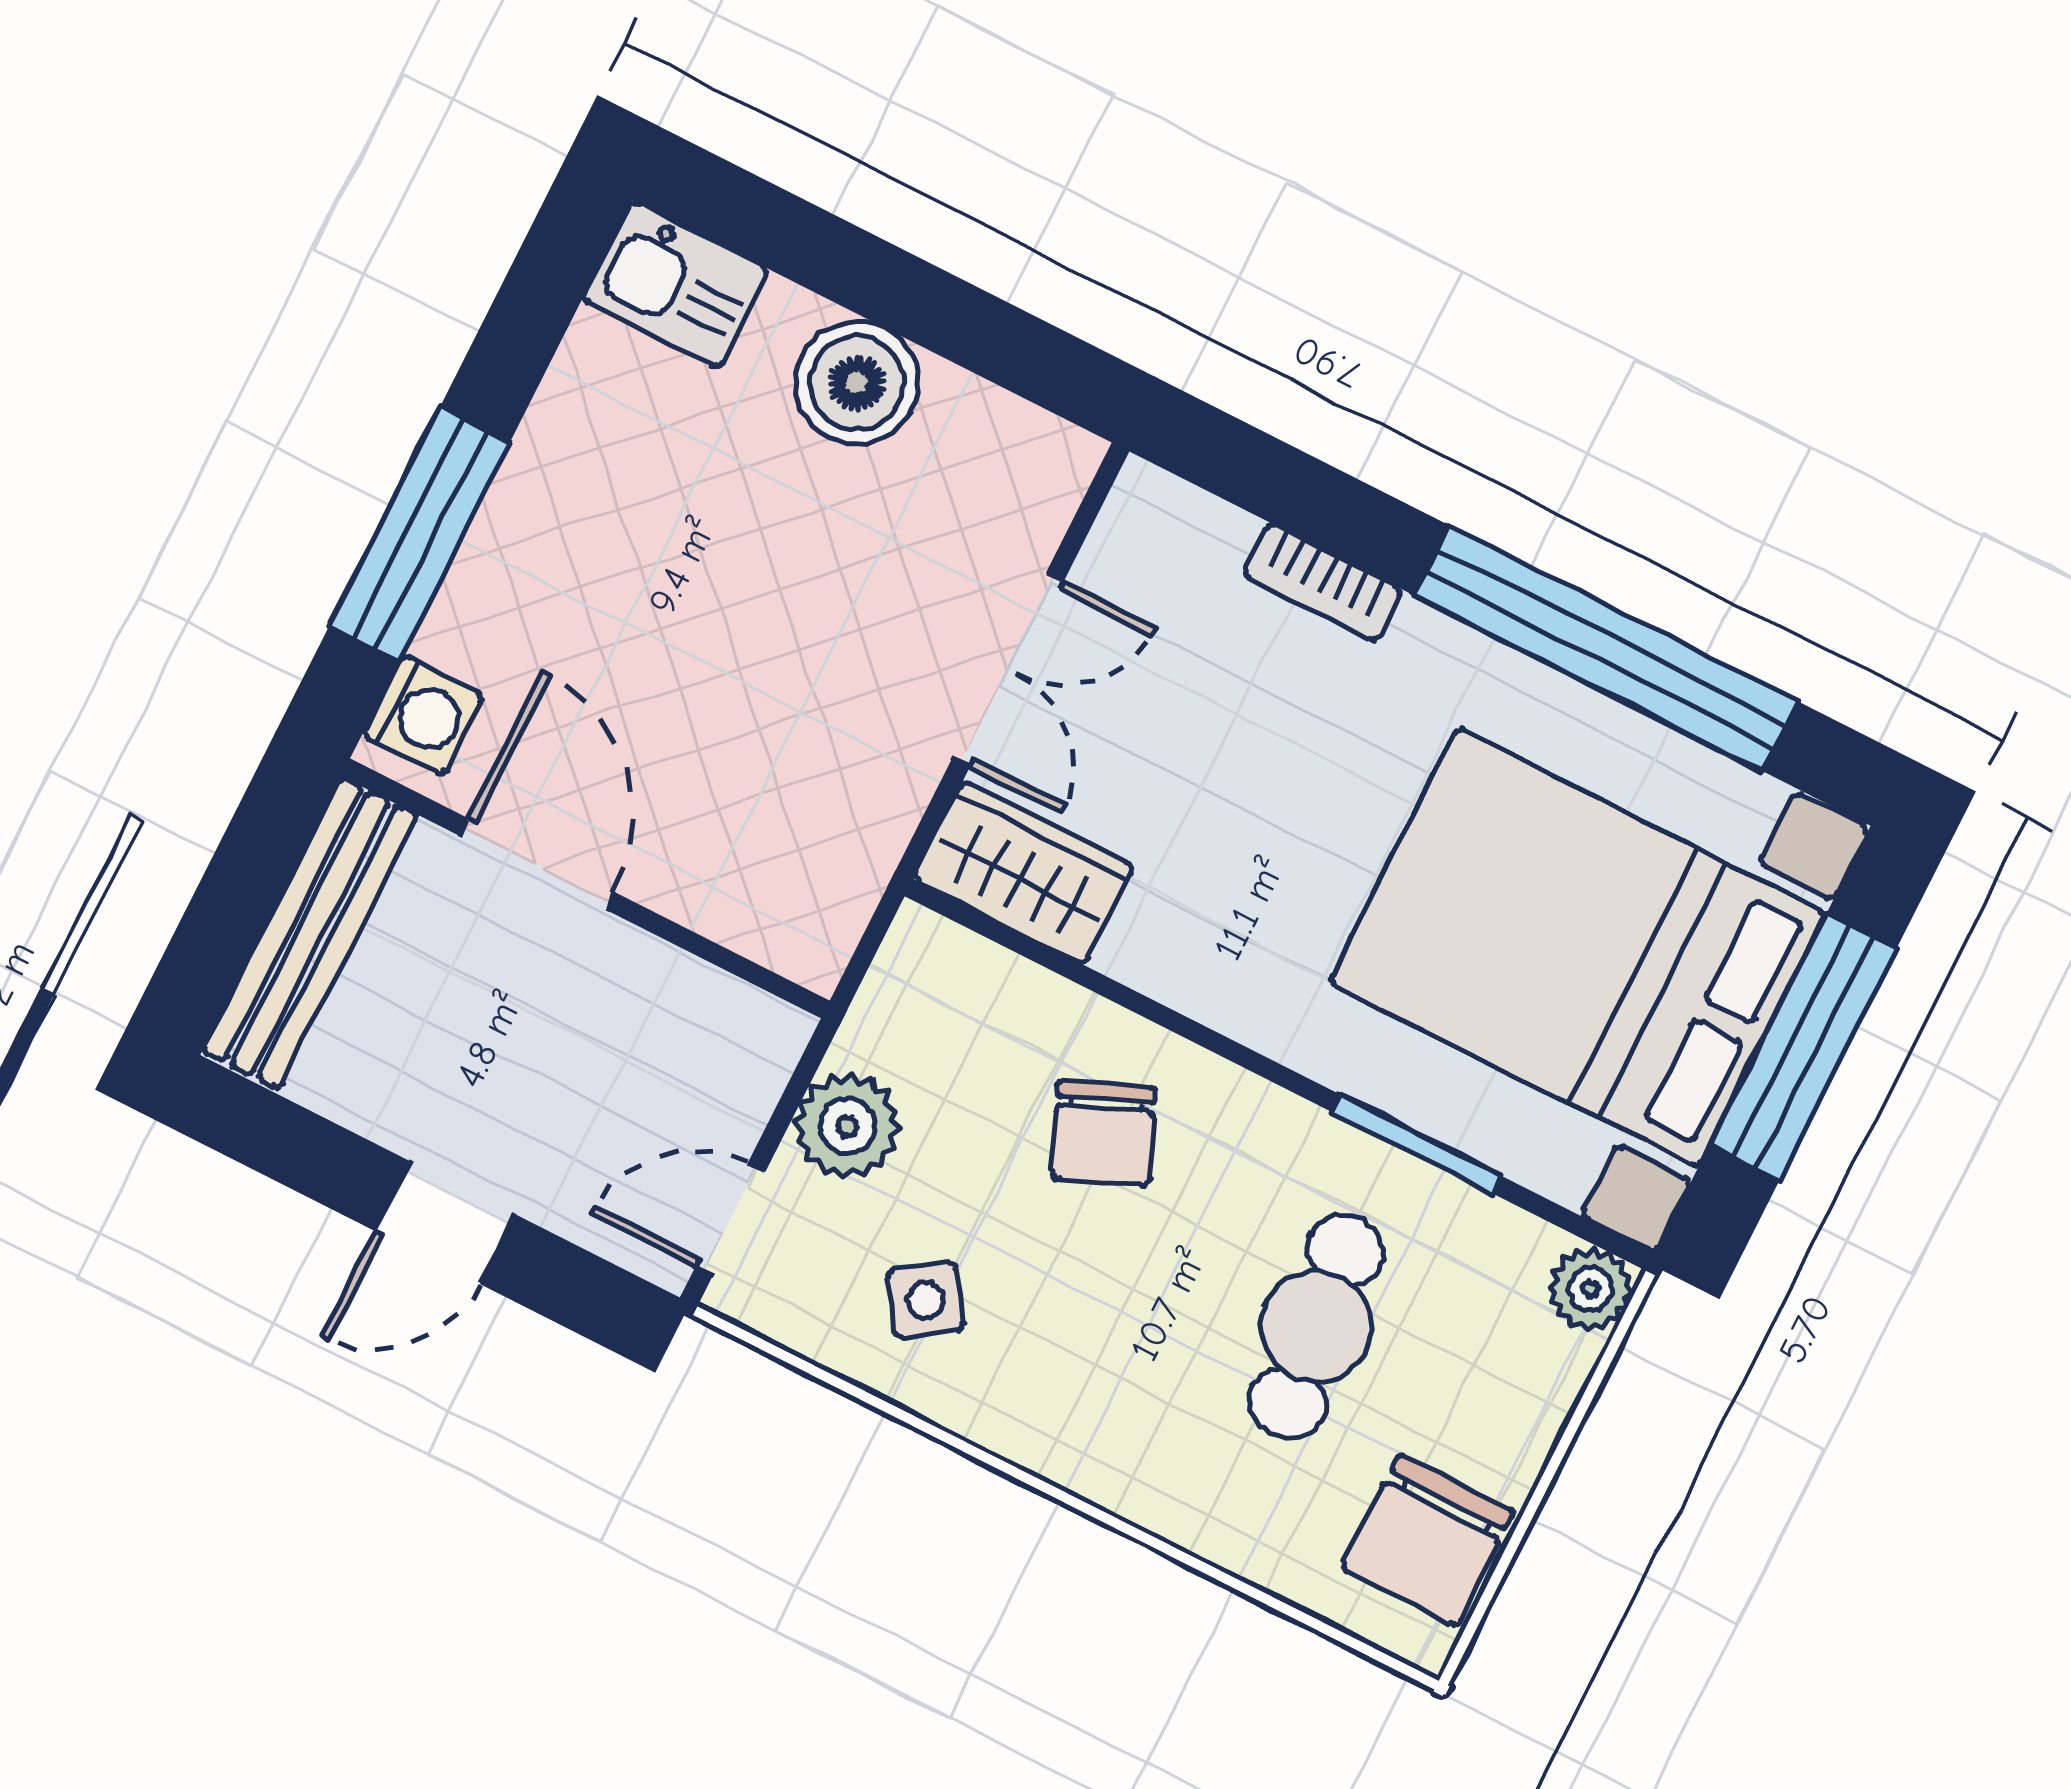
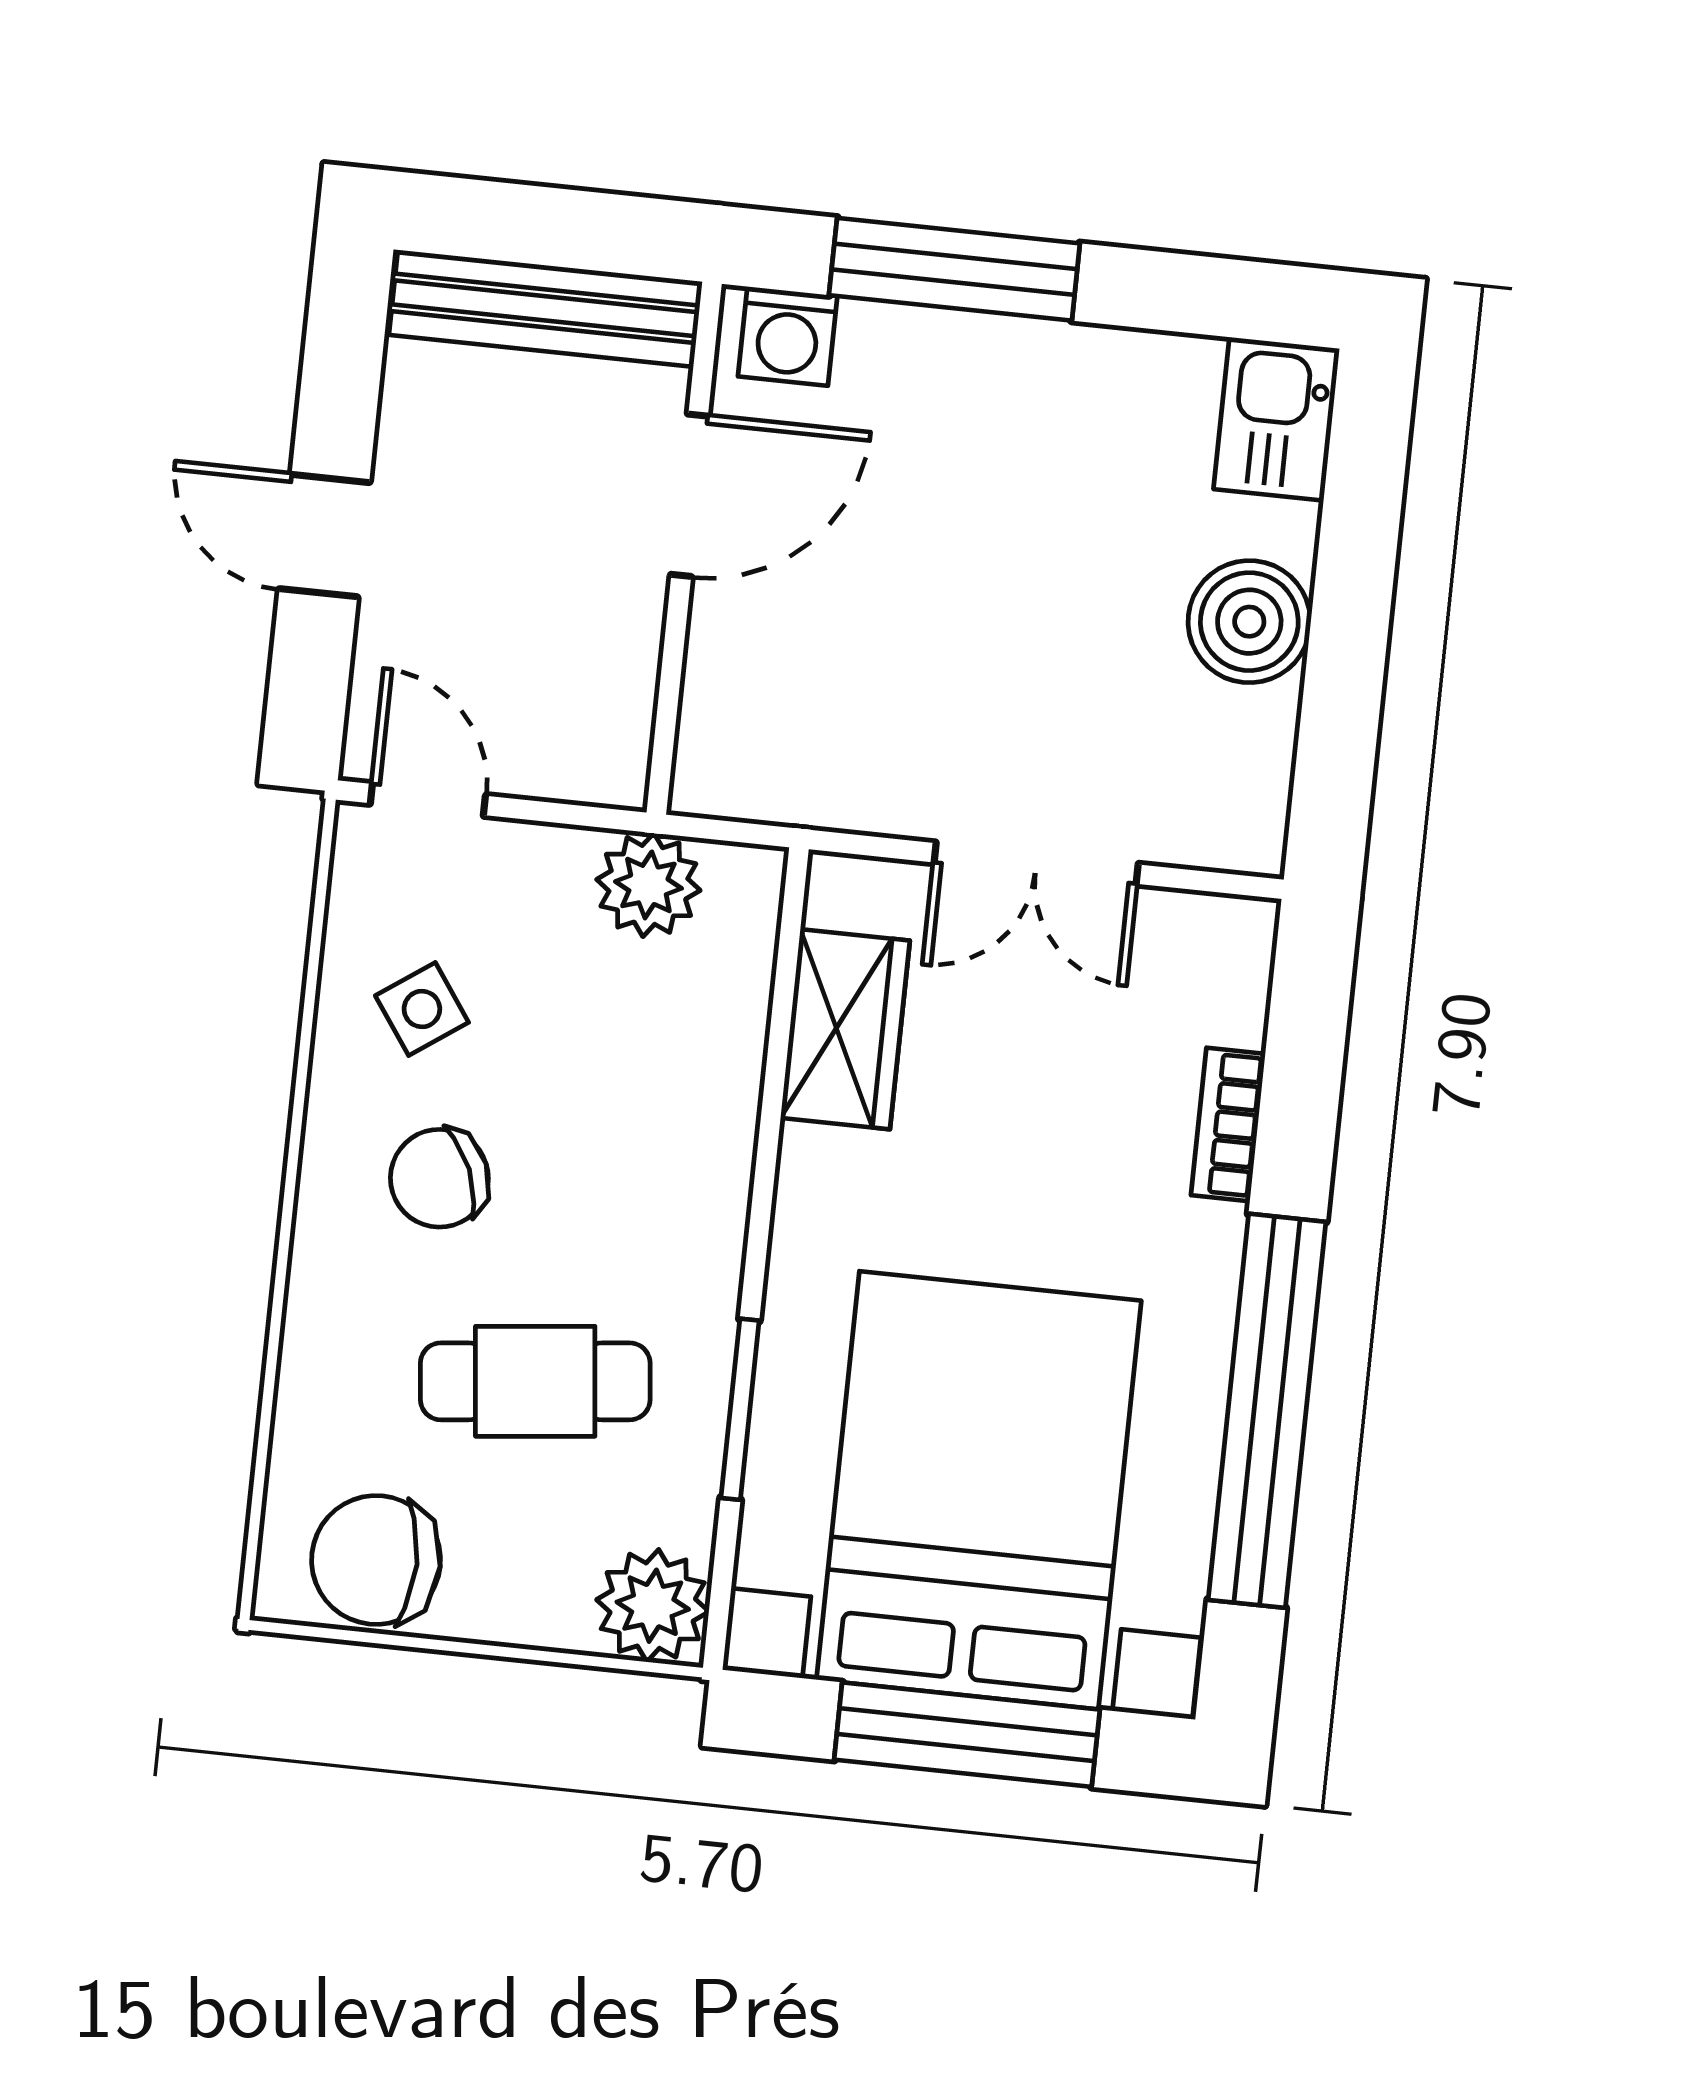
wardrobe: (1024, 872) -> (845, 1029), moved
plant: (847, 1126) -> (648, 885), moved
chair: (1104, 1133) -> (439, 1178), moved
plant: (1590, 1289) -> (653, 1606), width x1.38, depth x1.38

